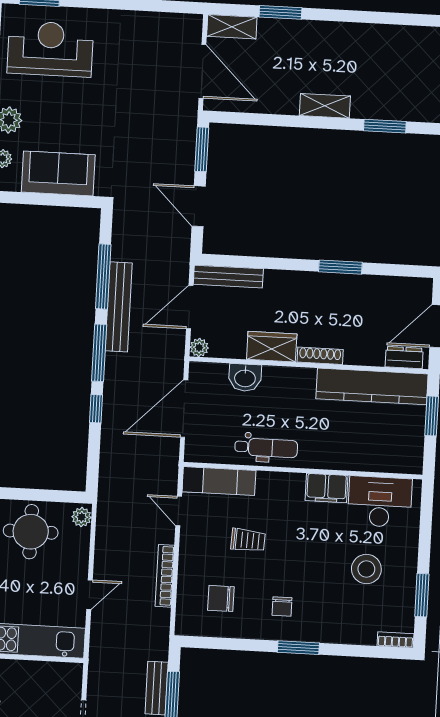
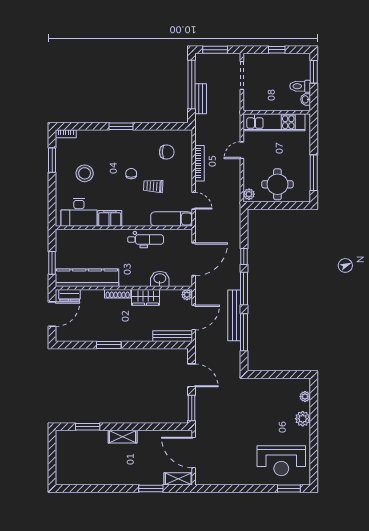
sofa: (58, 173) -> (273, 390), removed
dental chair: (266, 448) -> (146, 240), turned 180
chair: (282, 606) -> (131, 174), moved

